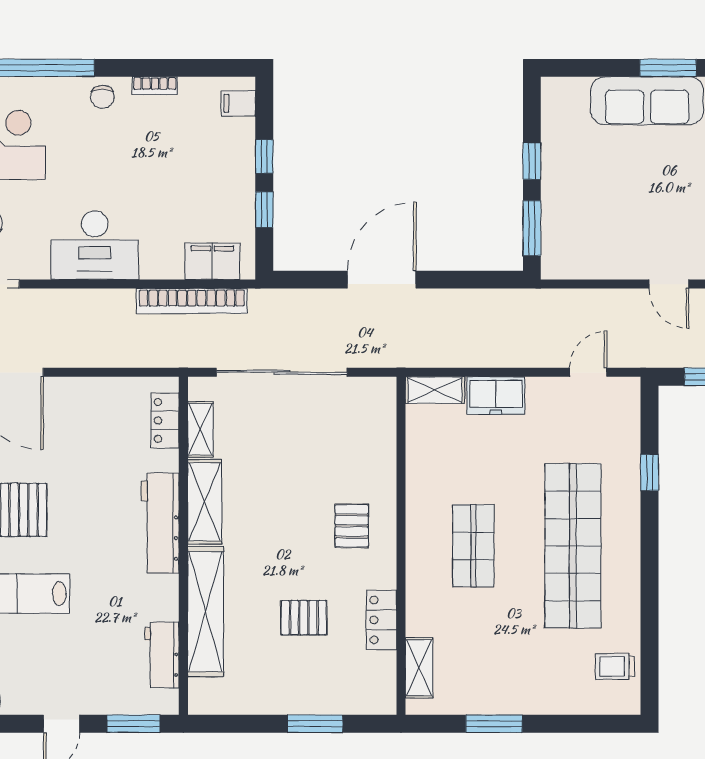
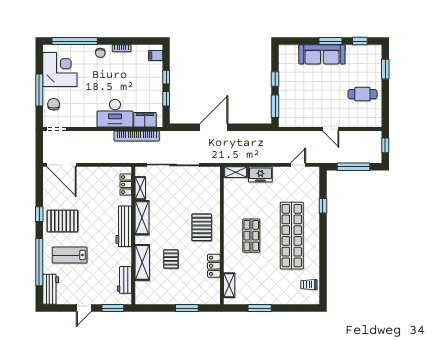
desk: (95, 245) -> (115, 113), moved
pallet: (352, 526) -> (202, 227), width x1.50, depth x1.42
shelving: (206, 612) -> (142, 262), width x0.68
pallet: (304, 618) -> (171, 259), moved, turned 90

